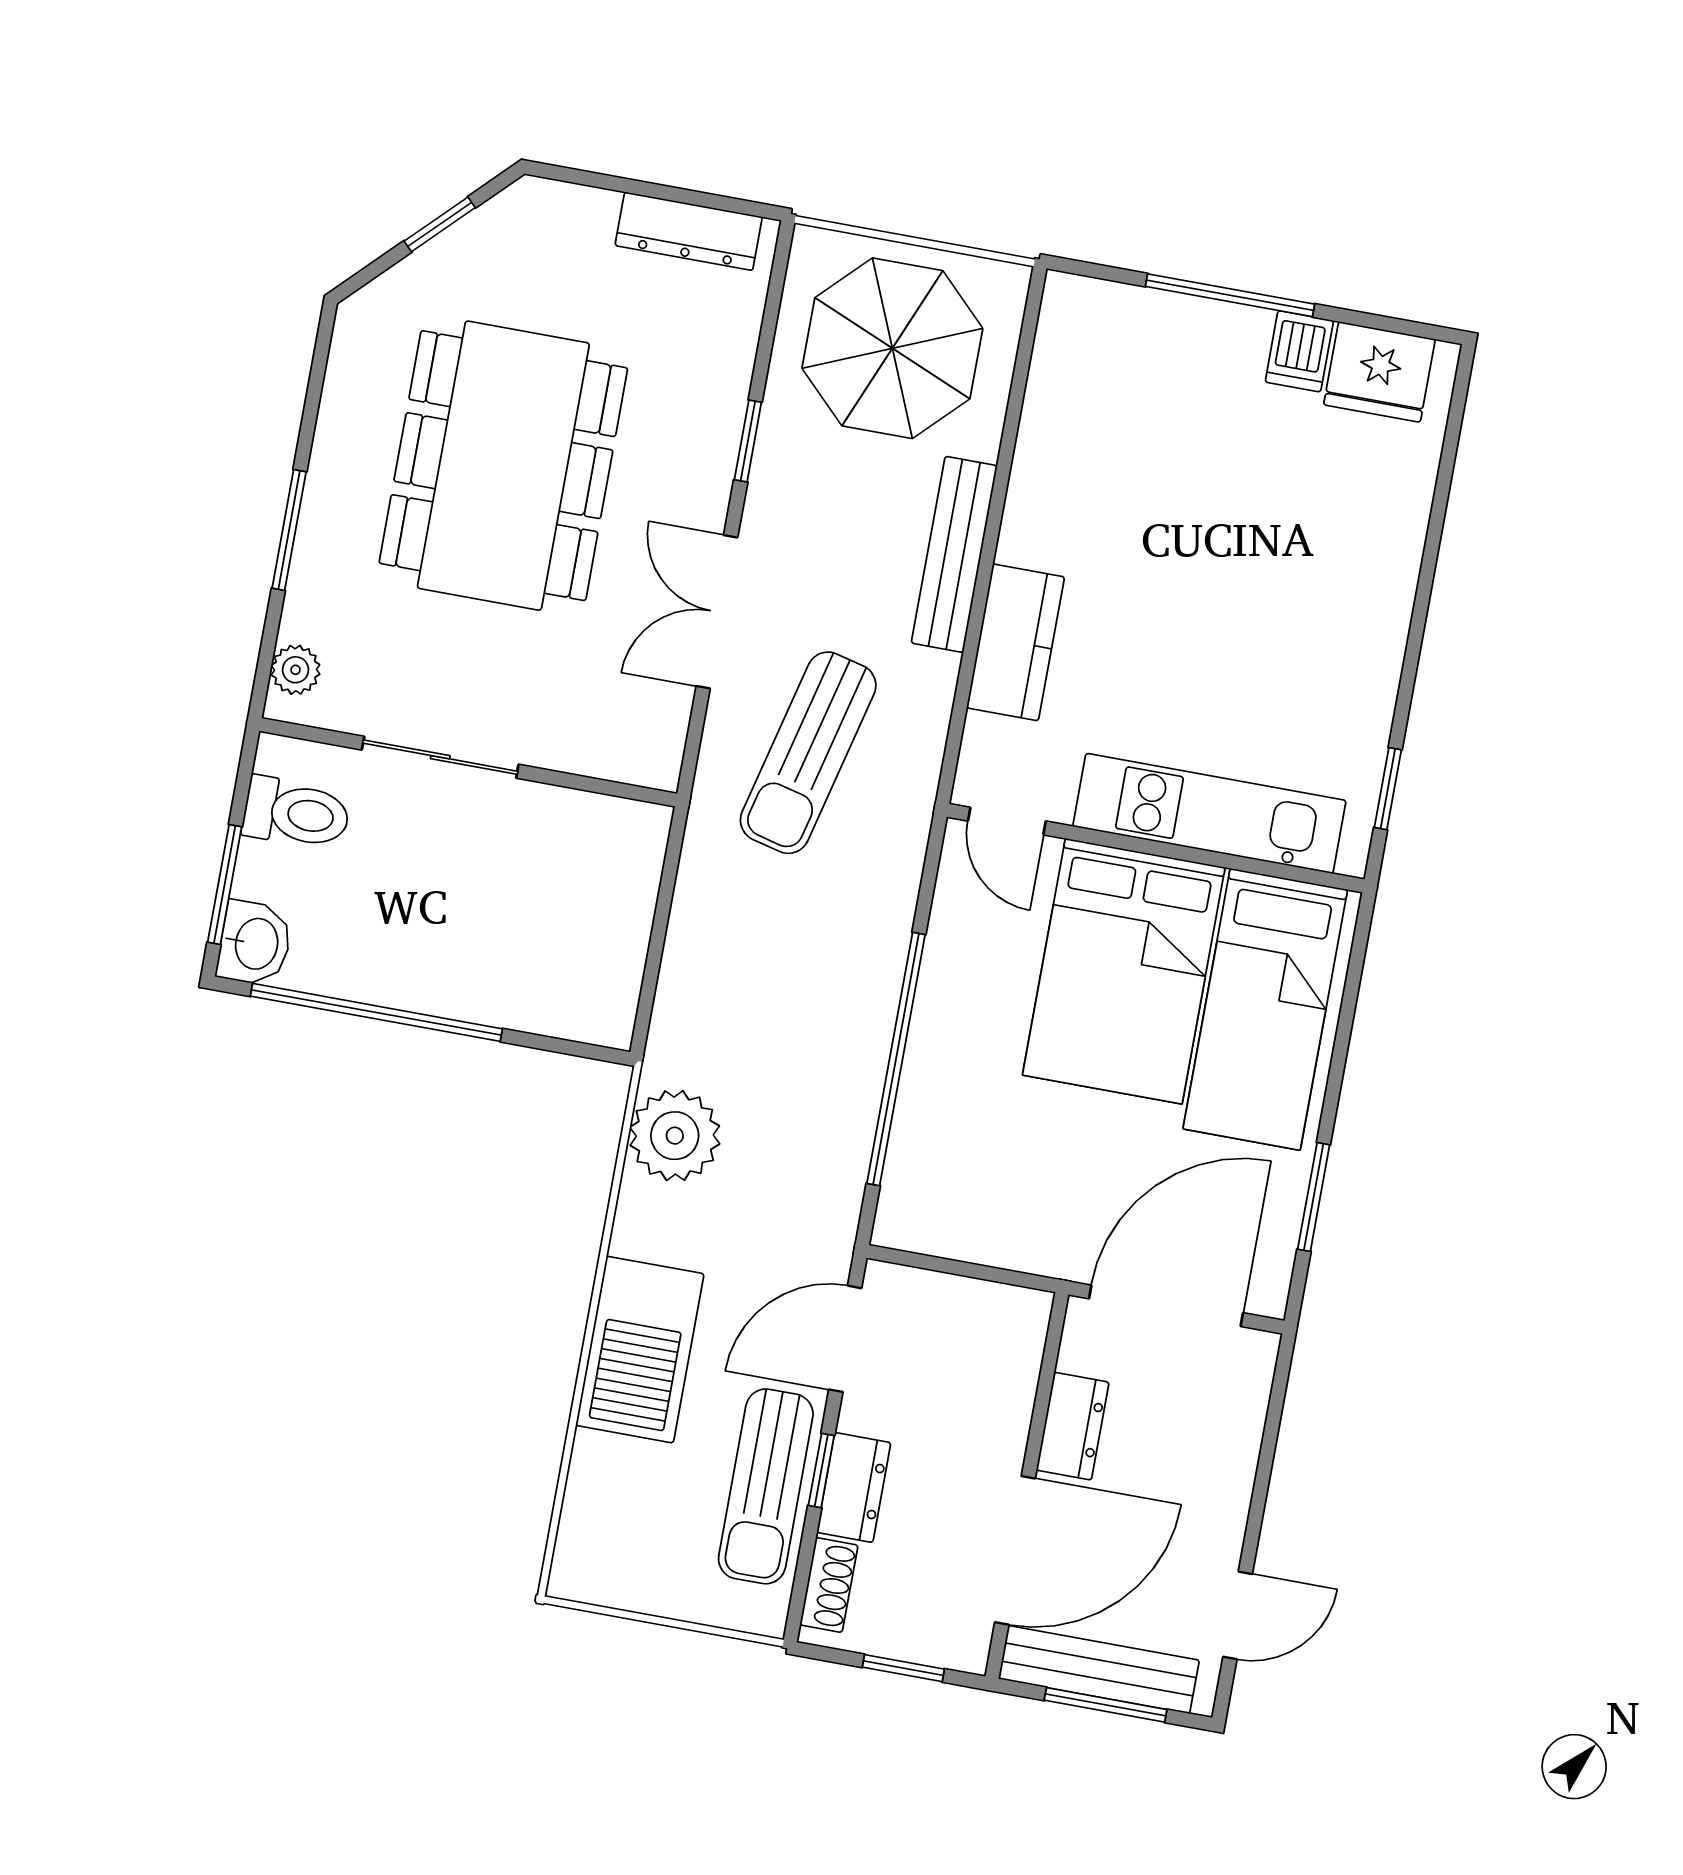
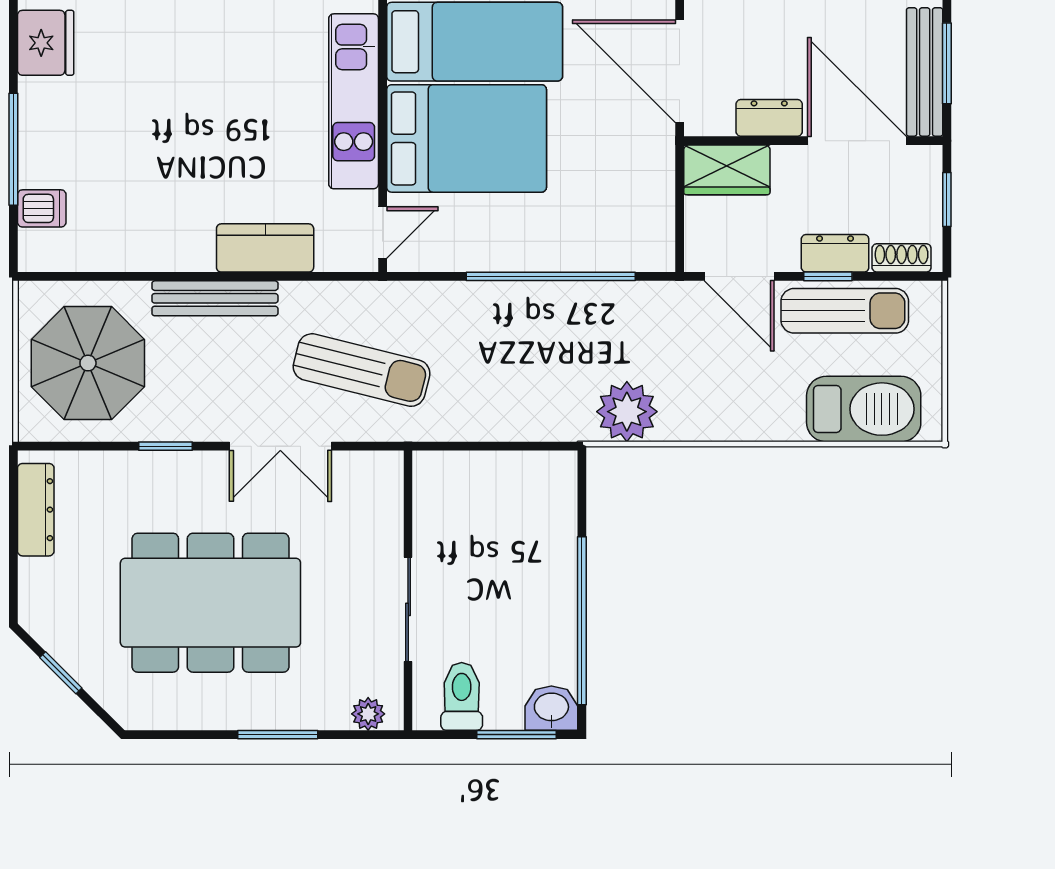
dishwasher: (1299, 351) -> (42, 208), moved
wardrobe: (1007, 1349) -> (727, 170), added
barbecue: (640, 1350) -> (864, 409), moved

